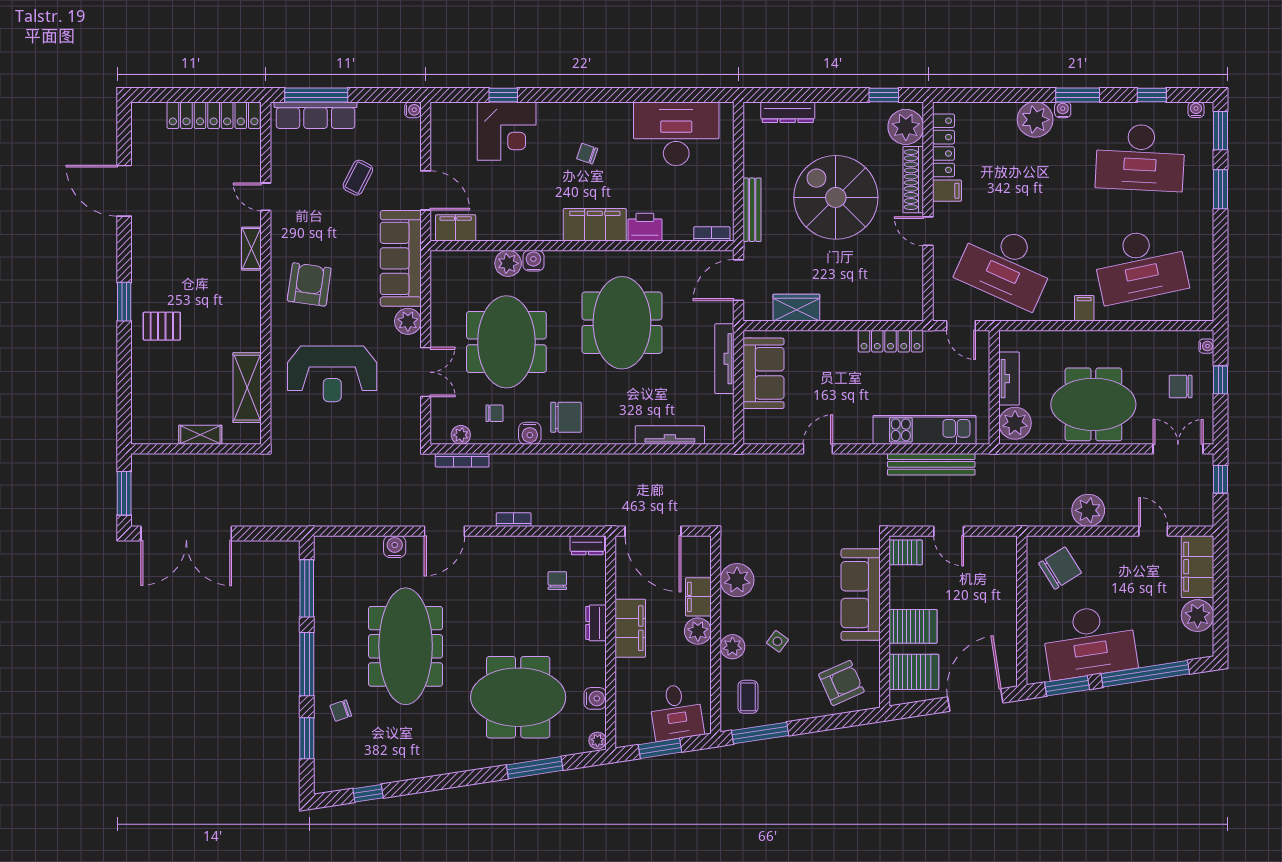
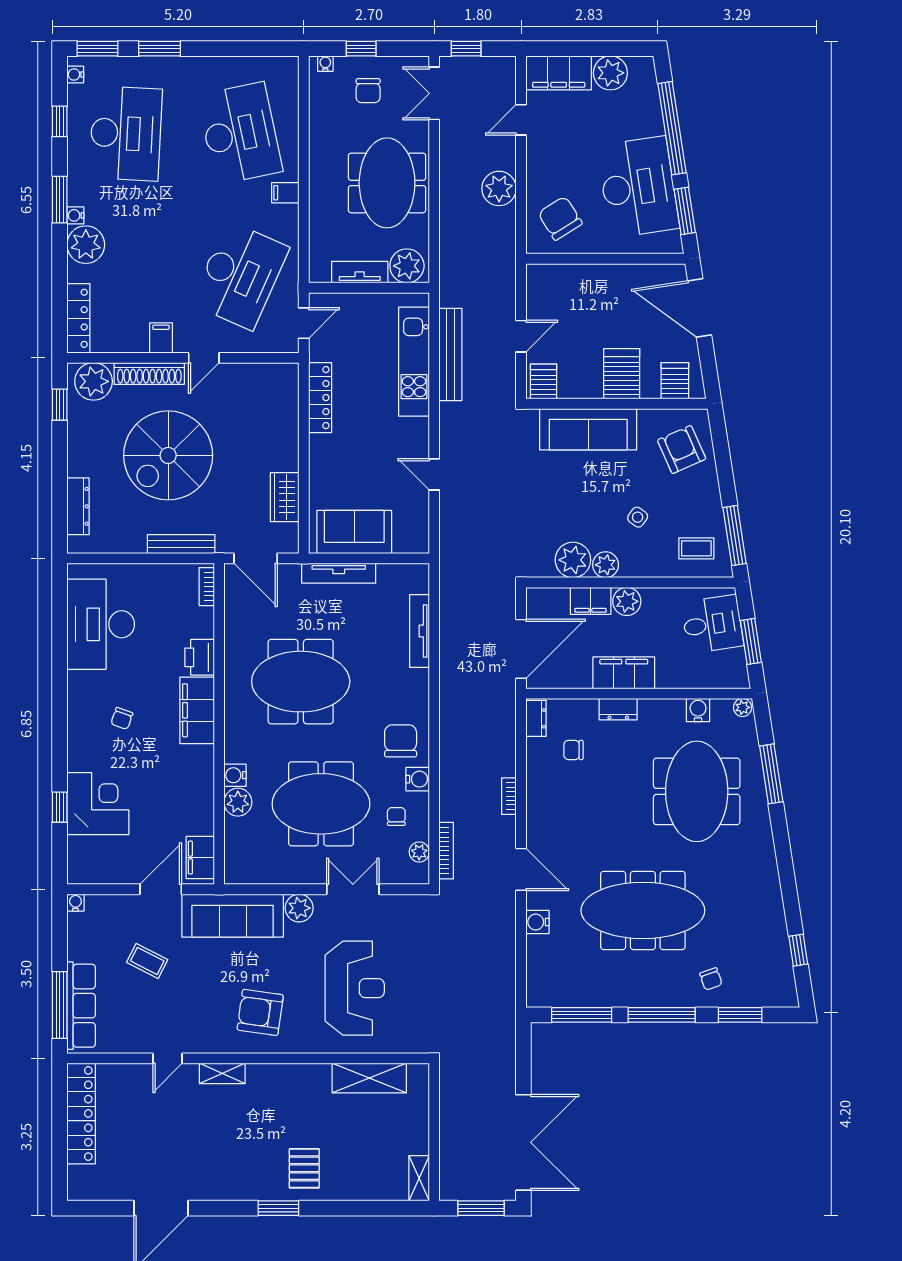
locker: (943, 145) -> (78, 318), moved, turned 90
shelving: (200, 435) -> (419, 1178), moved
plant: (732, 647) -> (606, 565), moved
server rack: (914, 672) -> (675, 381), width x0.73, depth x0.70

